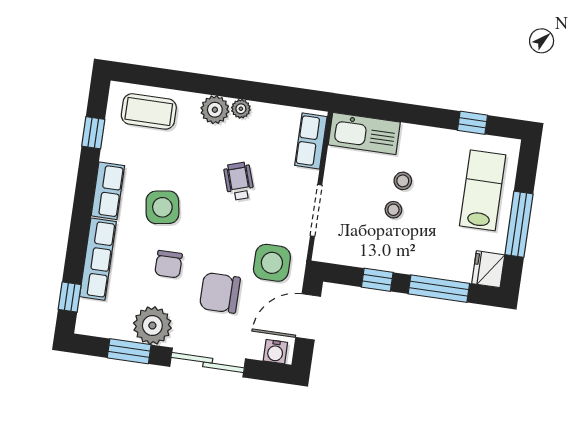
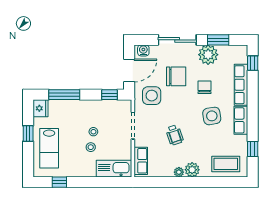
window: (519, 224) -> (28, 134), width x0.46
window: (377, 280) -> (109, 95), moved

